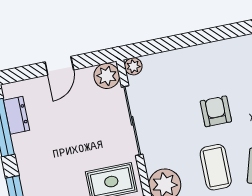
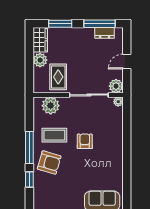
door: (59, 66) -> (127, 62), hinge flipped
armchair: (216, 111) -> (85, 141), turned -90

